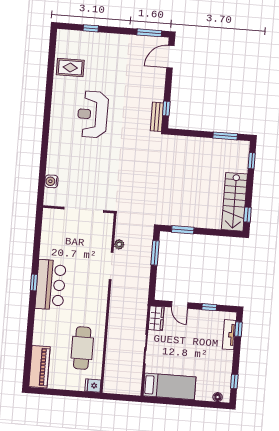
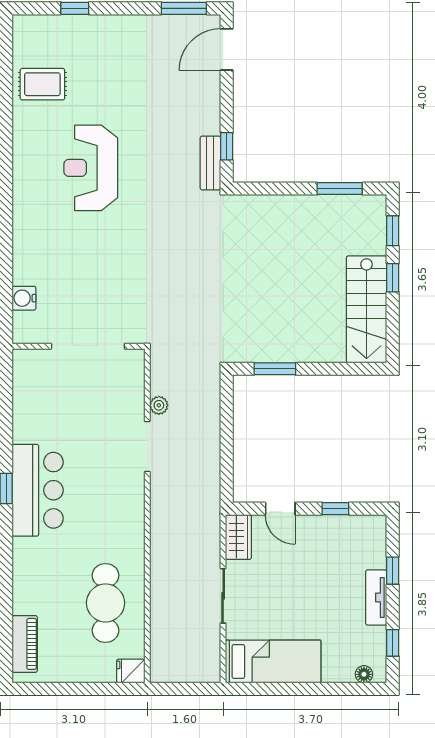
window: (247, 215) -> (393, 278), moved
window: (155, 253) -> (227, 416), removed
window: (238, 329) -> (393, 571), moved
tv unit: (229, 335) -> (376, 597), moved
piano: (39, 367) -> (25, 644), width x0.73, depth x0.75

